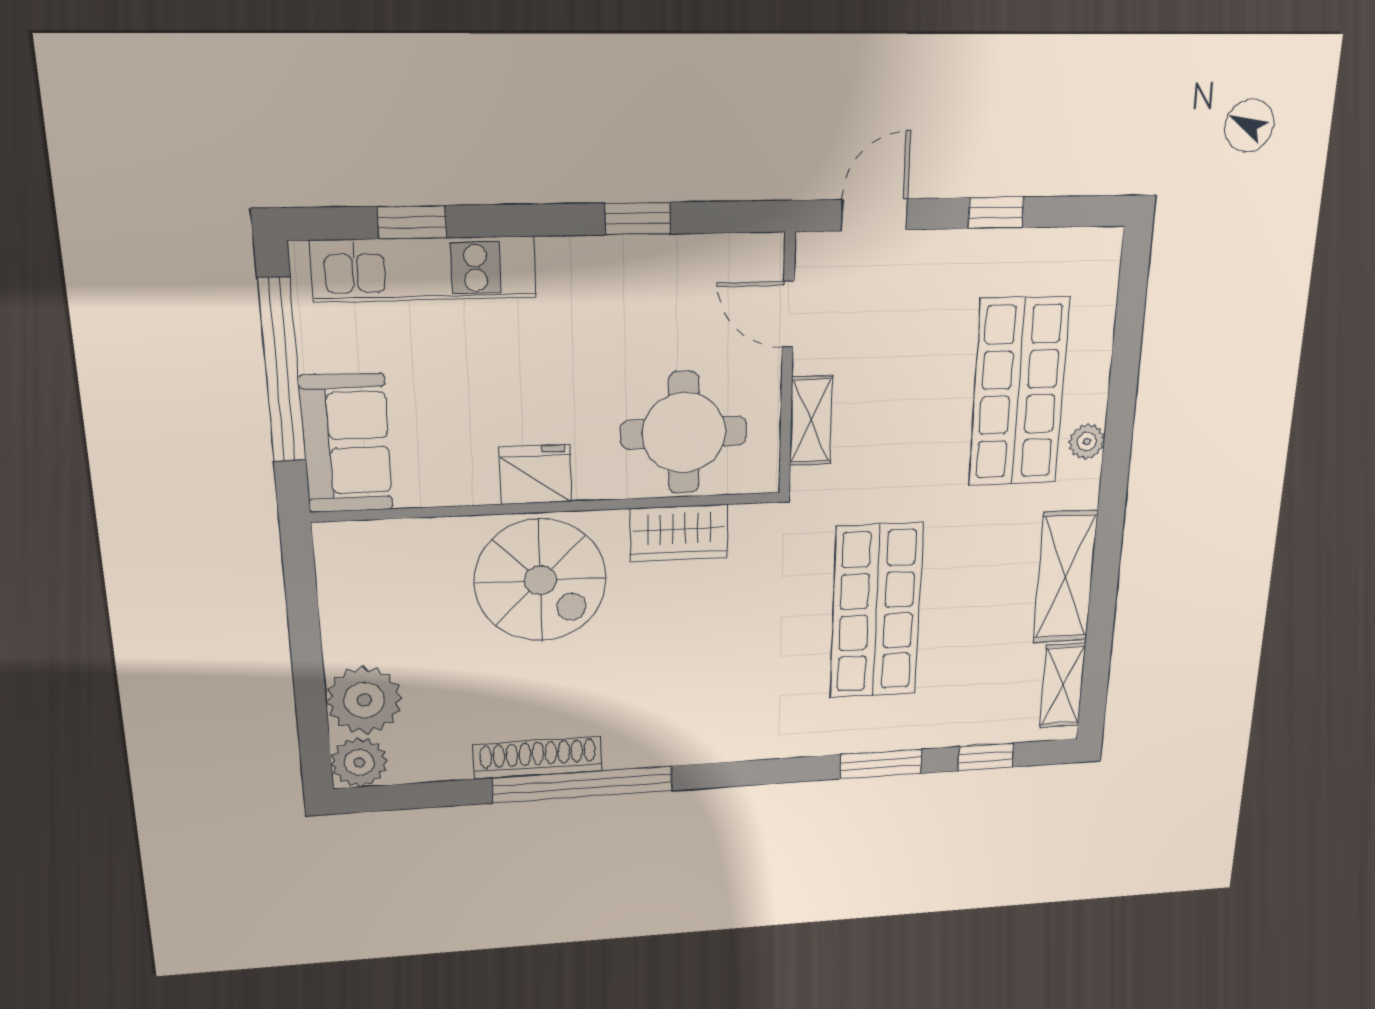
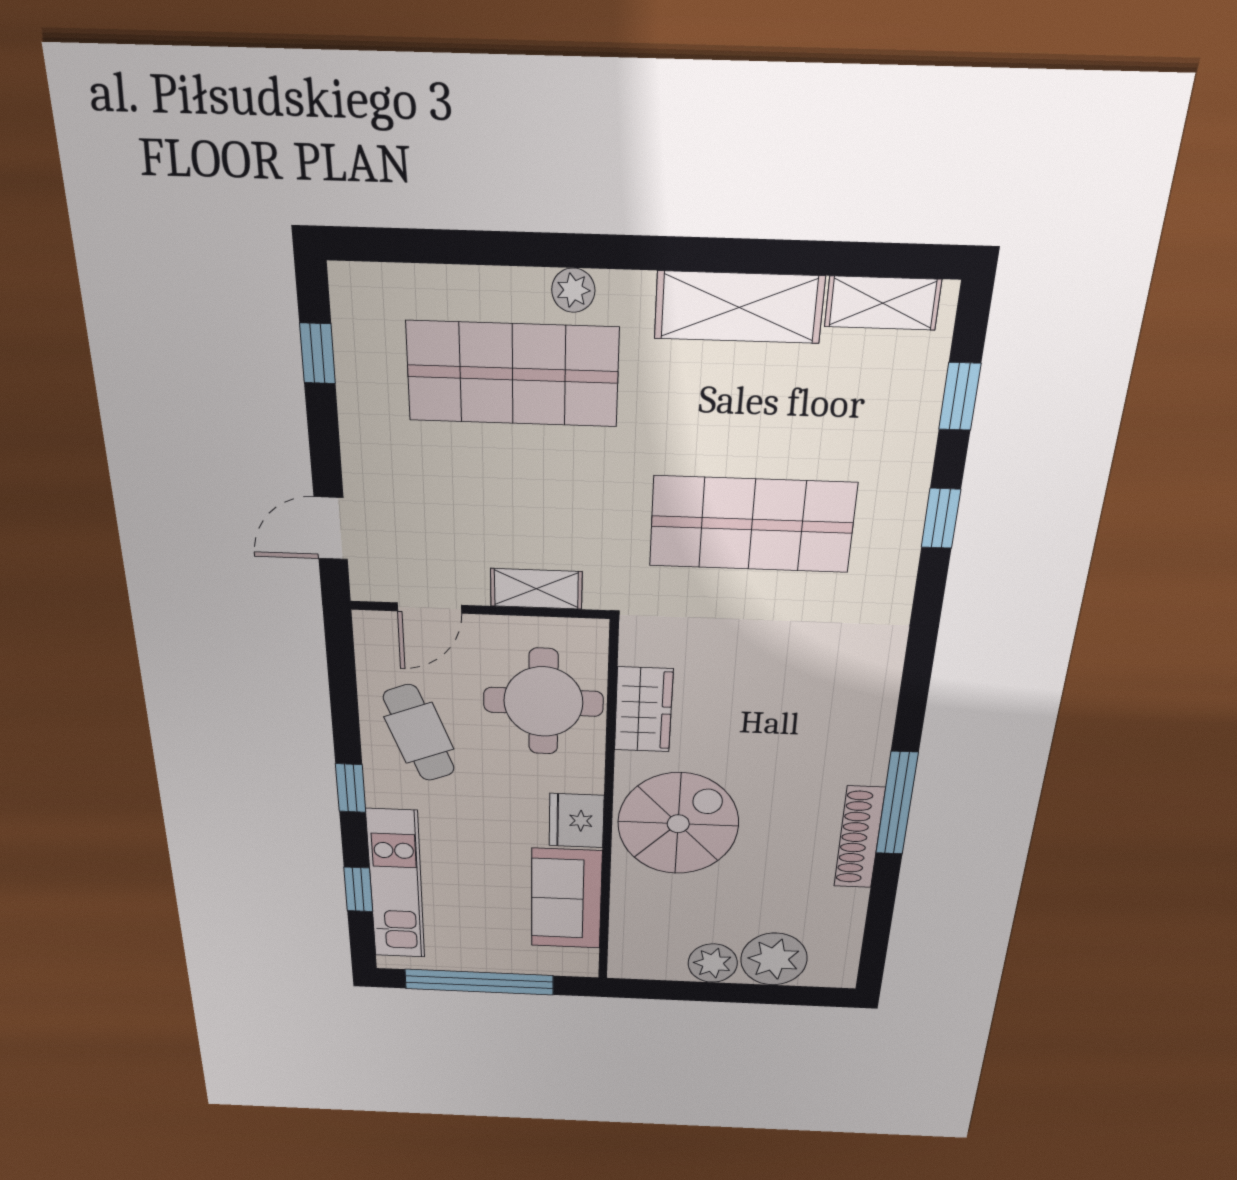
window: (996, 213) -> (317, 353), moved
door: (874, 215) -> (331, 528), hinge flipped
window: (638, 219) -> (351, 788), moved
cafe table: (639, 301) -> (419, 733), added
sofa: (346, 443) -> (566, 899), moved, turned -90
plant: (359, 763) -> (713, 963), moved
window: (881, 764) -> (941, 518), width x0.67
window: (583, 784) -> (897, 803), width x0.68

